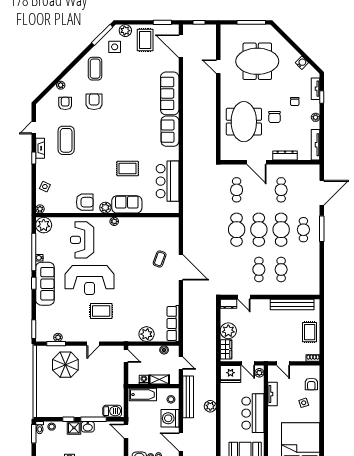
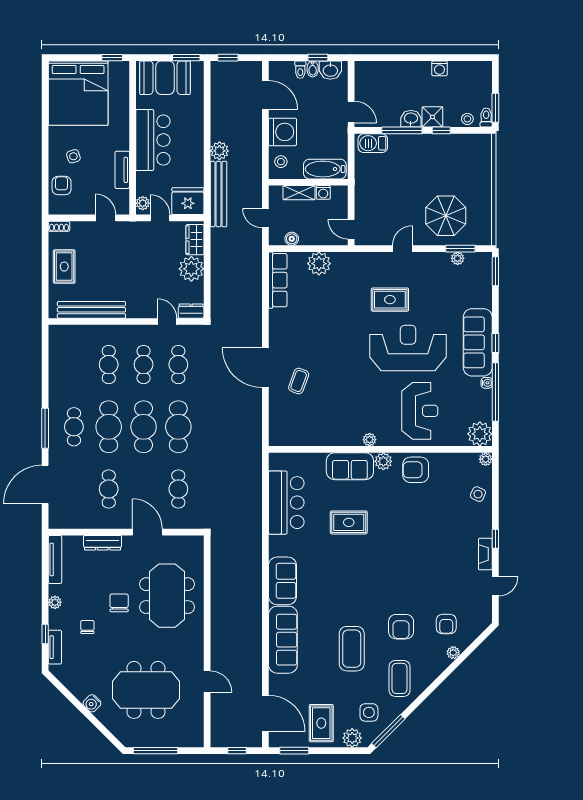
water cooler: (302, 63) -> (92, 703), moved
coffee table: (66, 140) -> (352, 649), moved
cafe table: (237, 269) -> (178, 365), added
bench: (188, 397) -> (218, 194), moved

